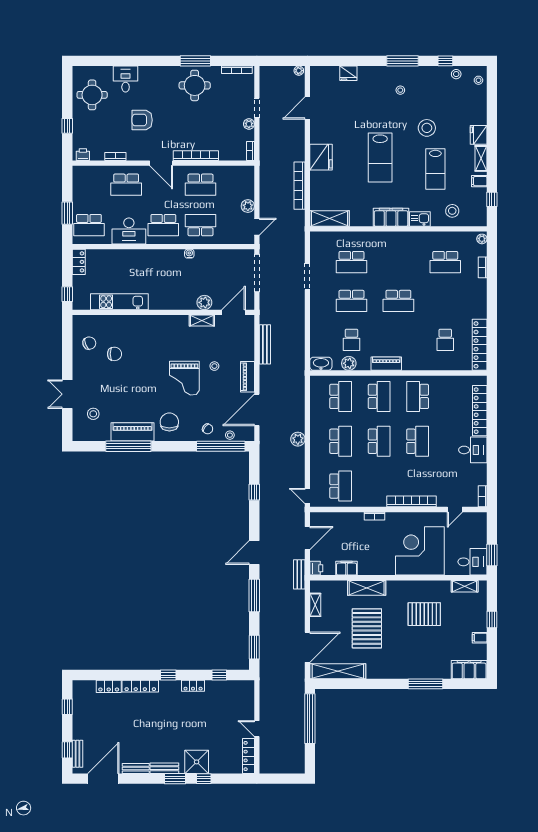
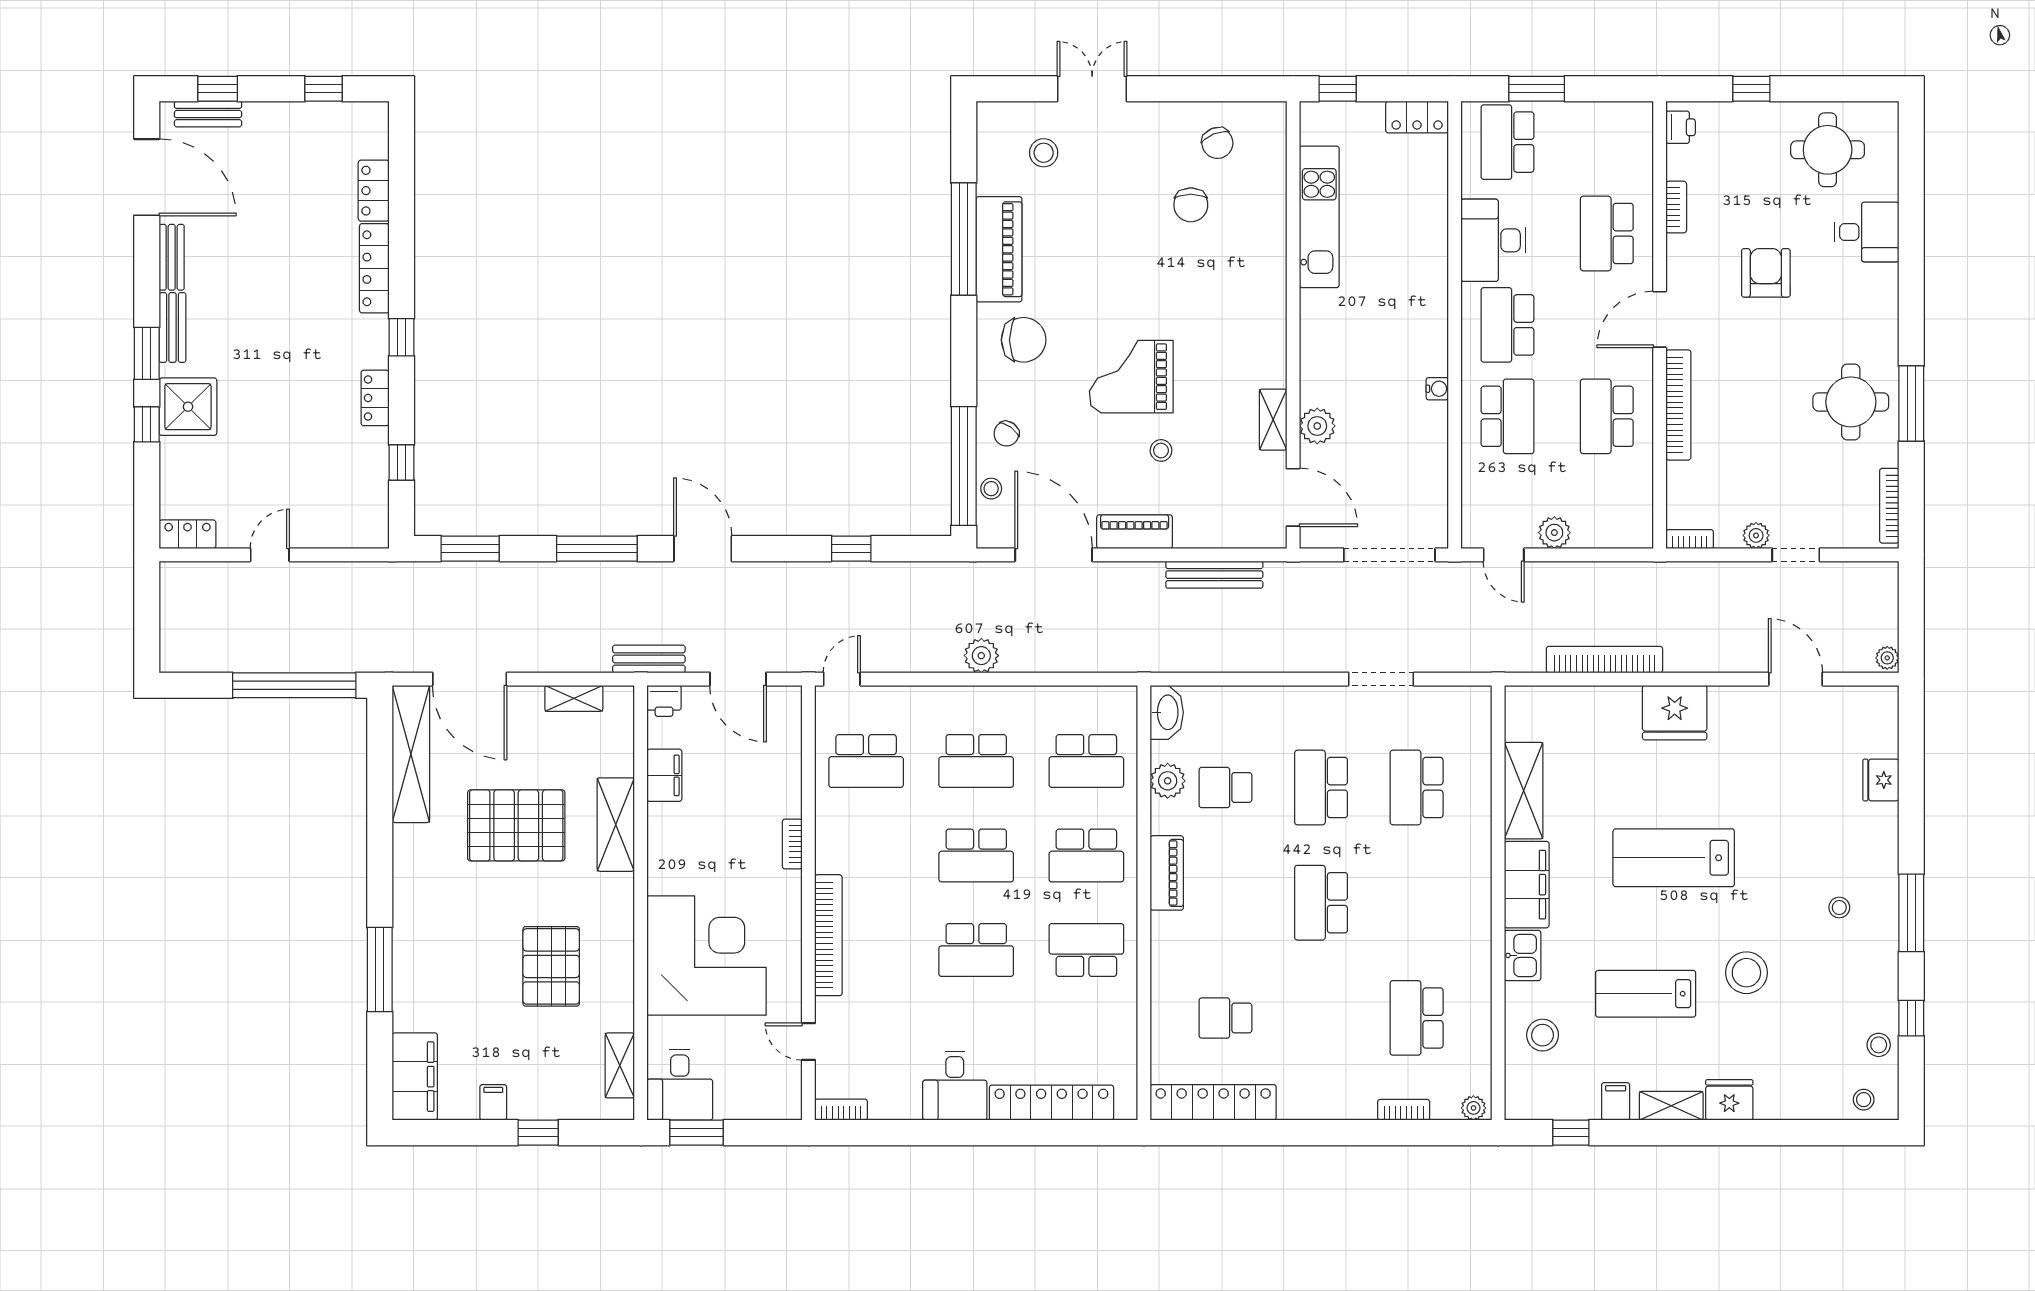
shelving: (330, 219) -> (1524, 791), moved
locker: (248, 756) -> (187, 534), width x0.66

